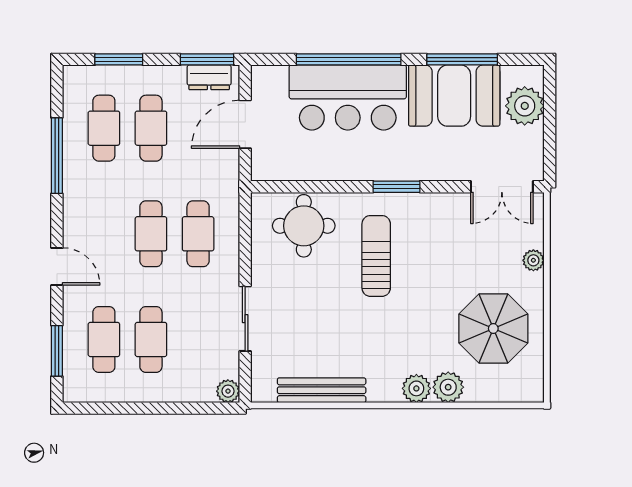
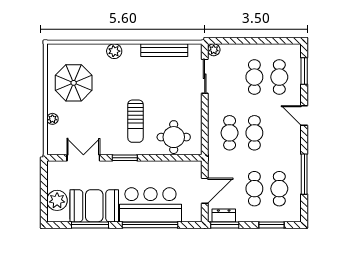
double door: (502, 187) -> (83, 158), moved
sliding door: (245, 319) -> (205, 76), moved
plant: (448, 387) -> (97, 52), removed

